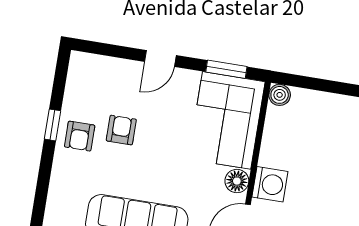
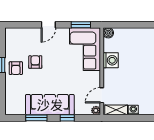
floor lamp: (237, 181) -> (95, 77), removed
washing machine: (270, 184) -> (111, 60), moved

